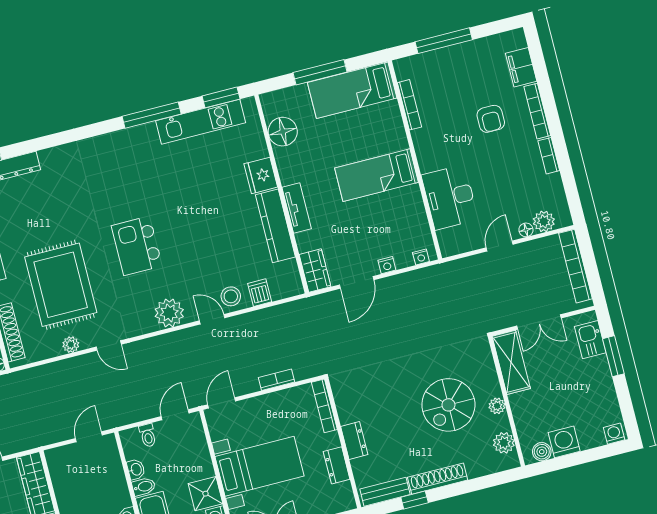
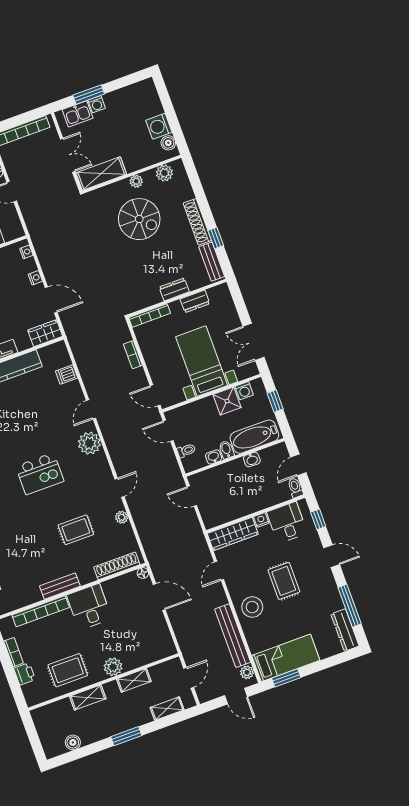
rug: (61, 285) -> (76, 530), width x0.54, depth x0.49
stool: (231, 296) -> (72, 397), removed
washing machine: (614, 434) -> (97, 104), moved, turned -90

